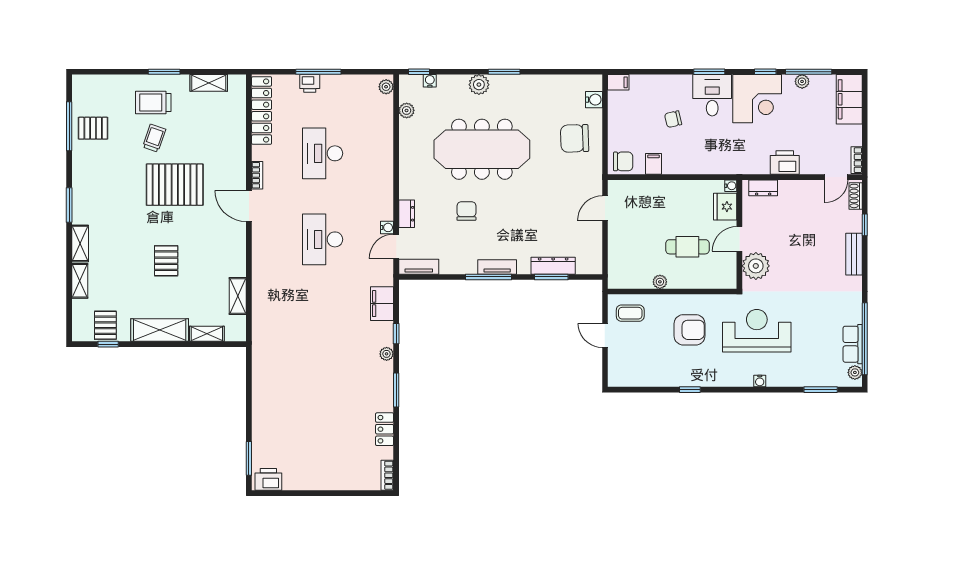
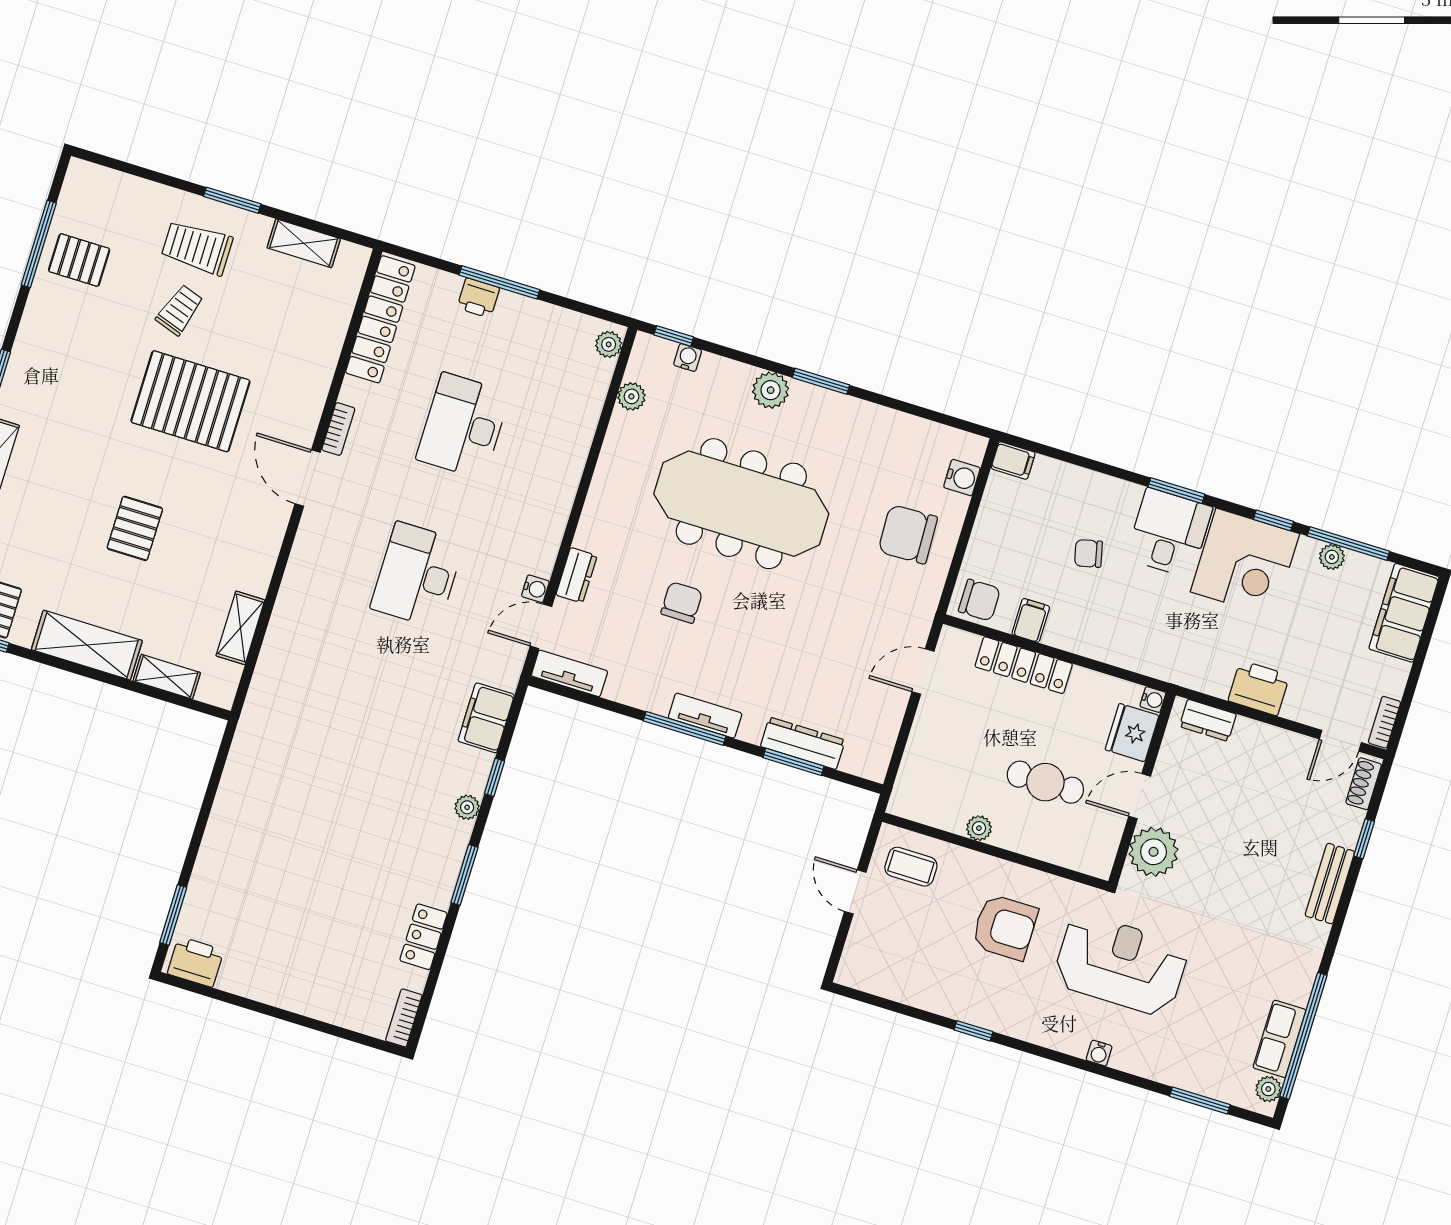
locker: (657, 189) -> (1024, 665), added

